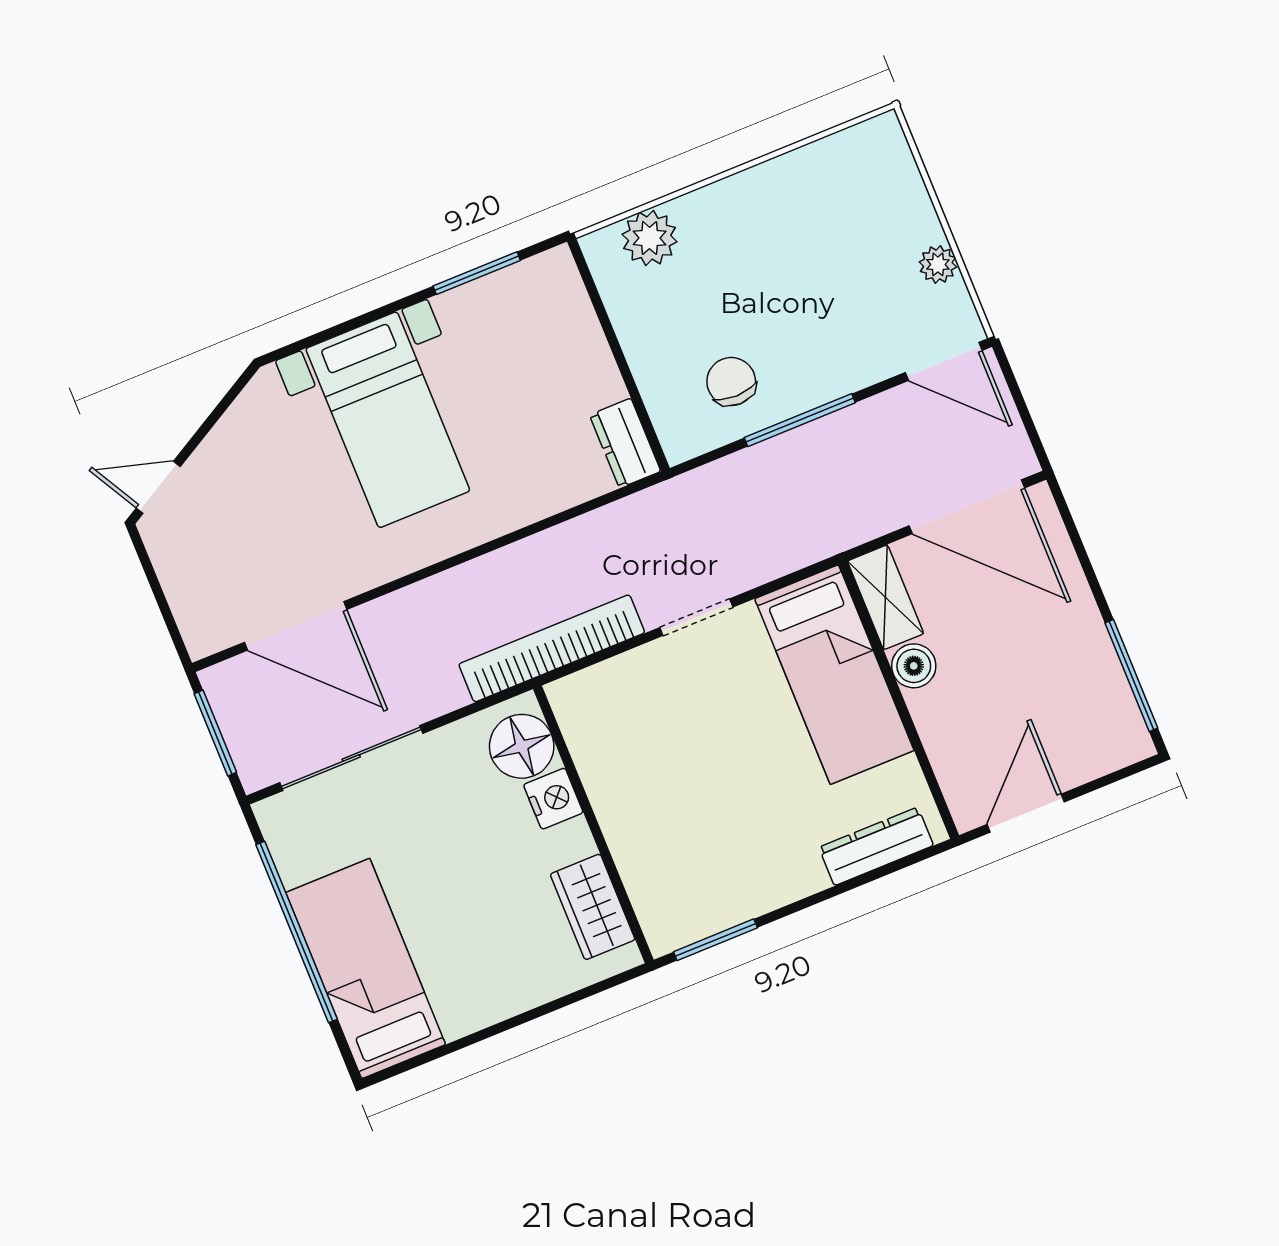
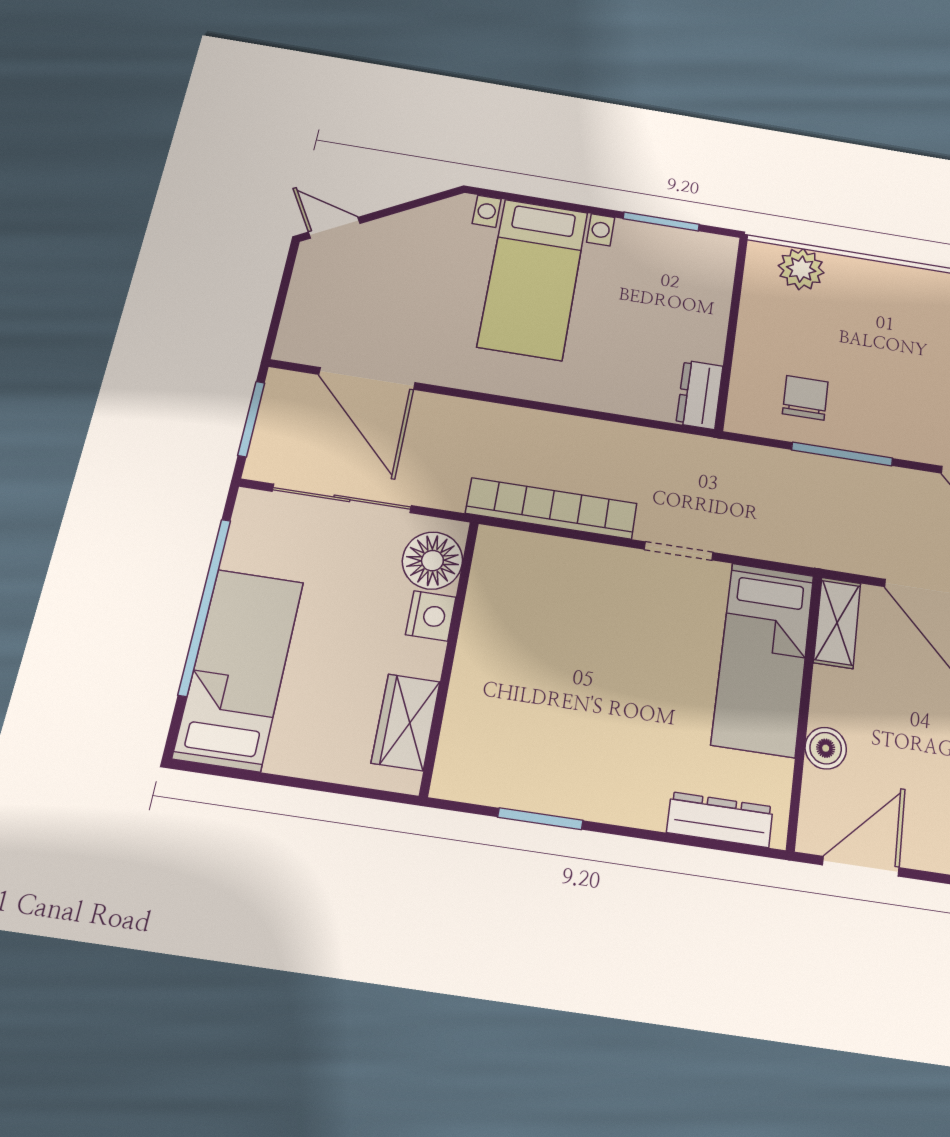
boiler: (914, 666) -> (826, 748), moved
floor lamp: (522, 746) -> (432, 561), moved
nightstand: (553, 799) -> (431, 616), moved
wall: (593, 824) -> (450, 655), moved
wardrobe: (593, 907) -> (406, 722), moved

